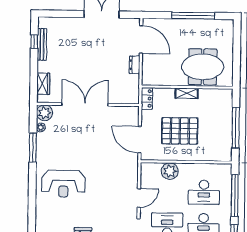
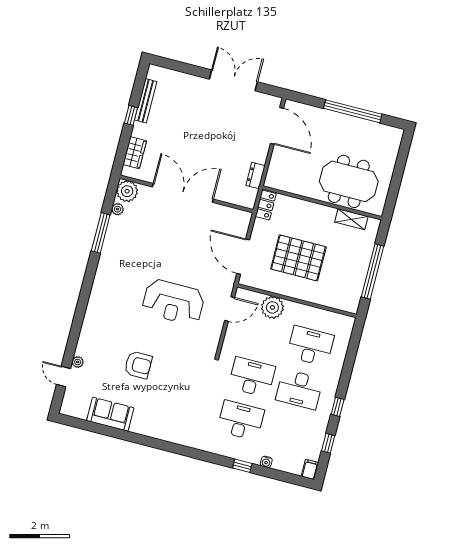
window: (34, 42) -> (131, 115), moved
dresser: (135, 65) -> (256, 176), moved
shelving: (187, 93) -> (351, 219), moved
reception desk: (63, 184) -> (173, 302), moved
desk: (204, 192) -> (310, 346), turned 180
window: (235, 196) -> (350, 360), removed
door: (139, 198) -> (230, 309), moved

